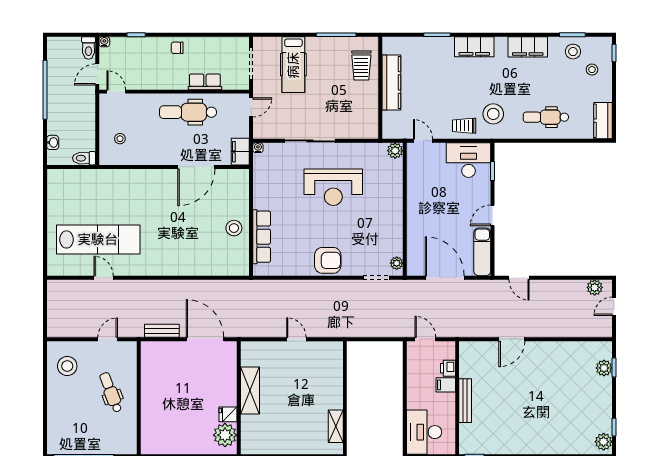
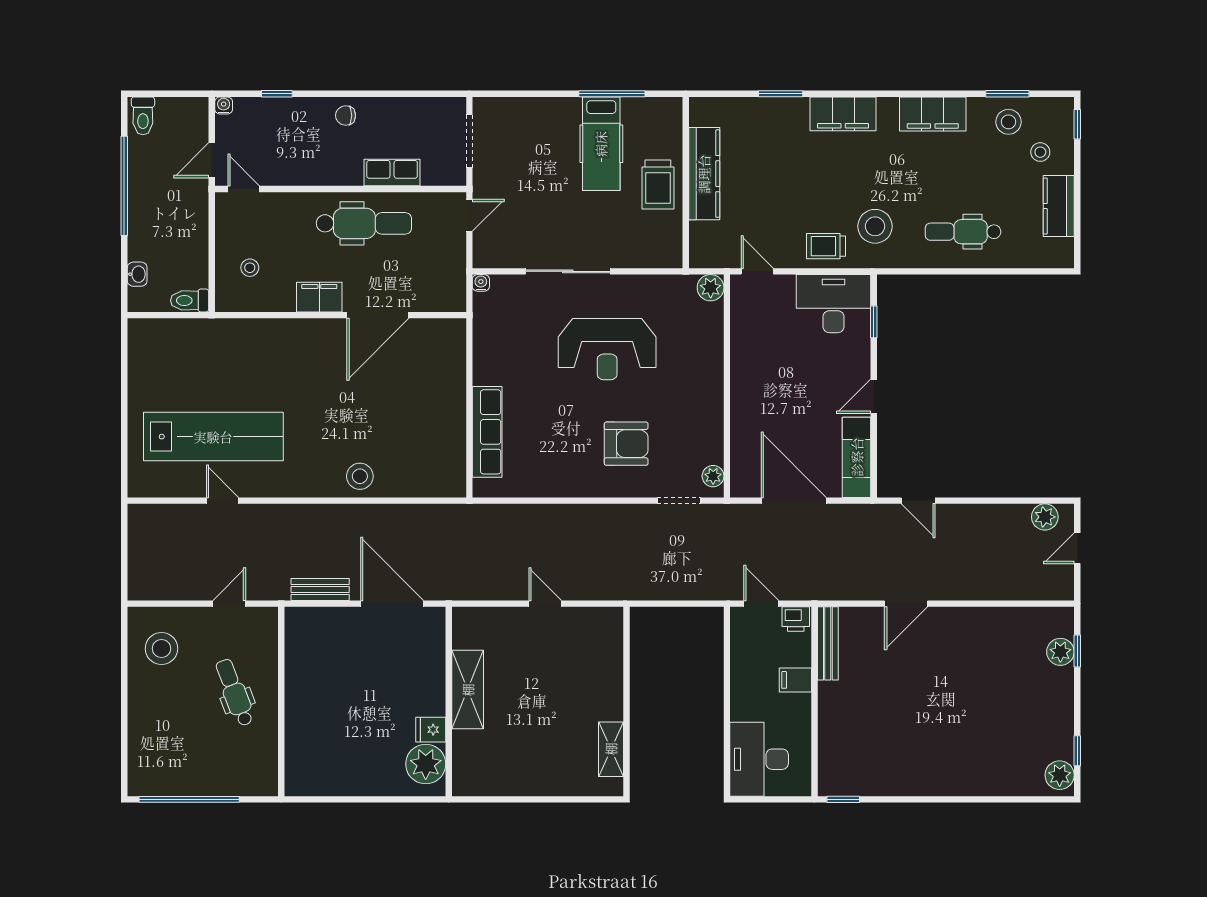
toilet: (88, 48) -> (143, 116), moved
hospital bed: (293, 65) -> (601, 144), moved
trolley: (361, 66) -> (658, 185), moved
dental chair: (188, 112) -> (364, 223), turned 180
kitchen counter: (603, 121) -> (1059, 206), moved
filing cabinet: (240, 152) -> (319, 297), moved, turned 90
stool: (234, 228) -> (360, 476), moved
armchair: (328, 260) -> (626, 444), moved
printer: (448, 368) -> (796, 619), moved, turned -90
bench: (465, 401) -> (828, 643), moved

